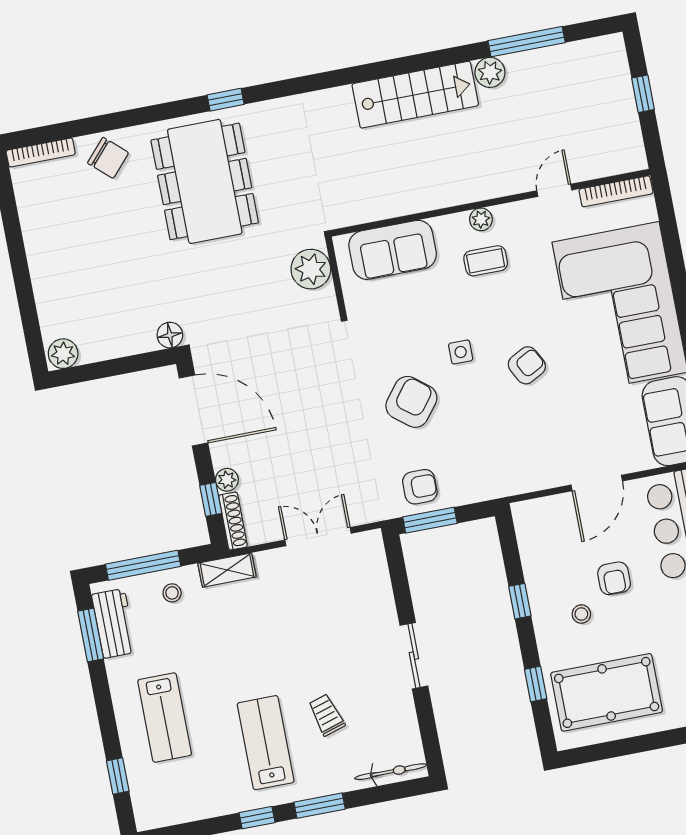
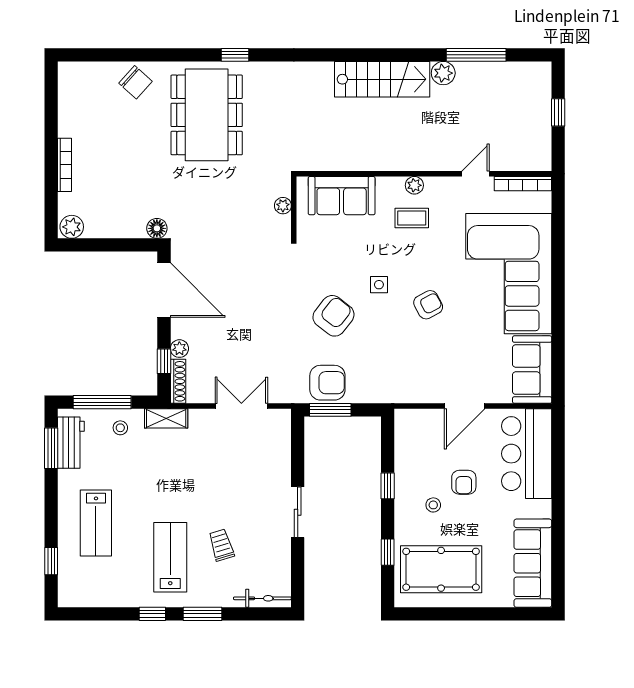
bookcase: (41, 152) -> (64, 165), moved, turned -90
plant: (311, 269) -> (283, 206), width x0.53, depth x0.53
armchair: (420, 487) -> (327, 383), width x1.38, depth x1.38

